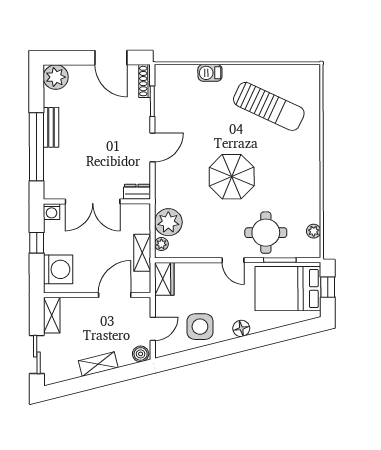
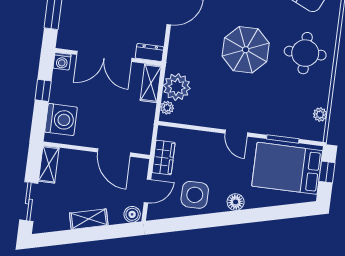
round table: (266, 233) -> (305, 53), moved
shelving: (142, 253) -> (151, 83), moved
wardrobe: (164, 279) -> (164, 158), moved
door: (115, 295) -> (114, 152), swing flipped

